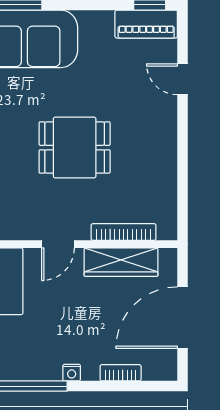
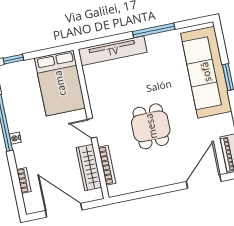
door: (182, 79) -> (204, 182), width x1.87
nightstand: (72, 373) -> (15, 138), moved

